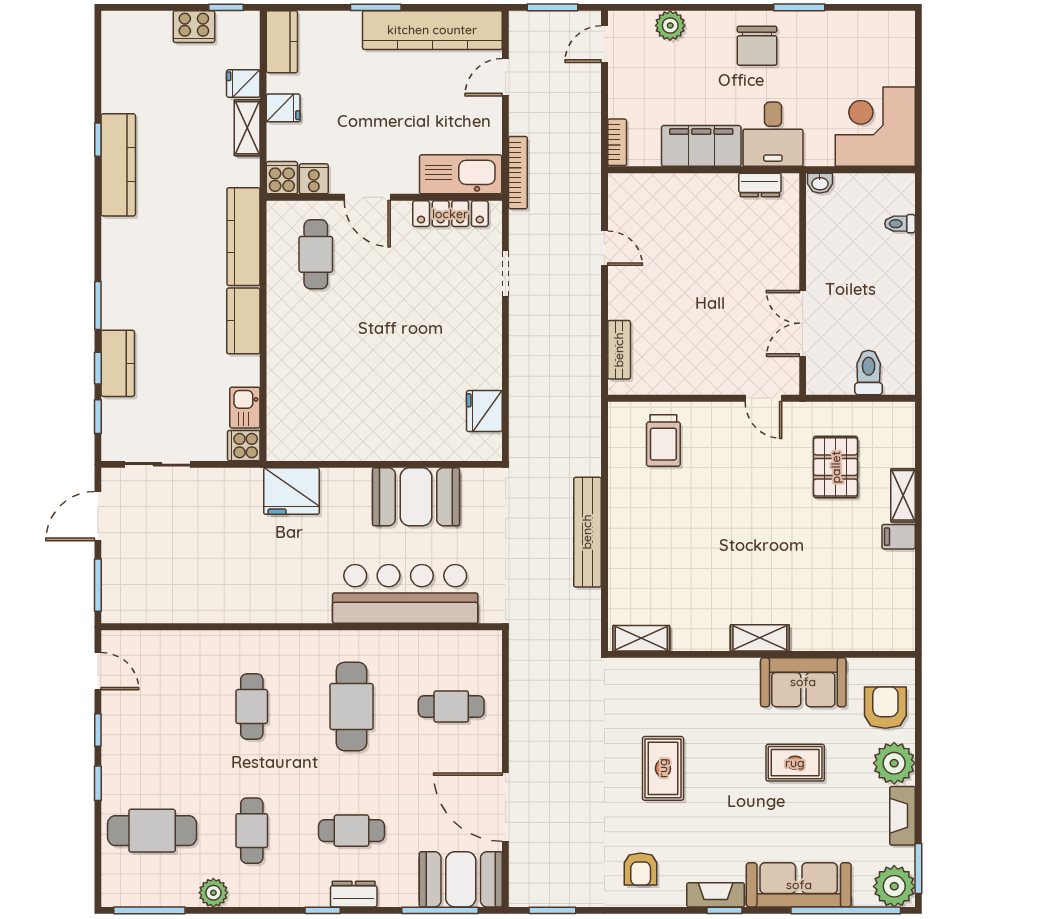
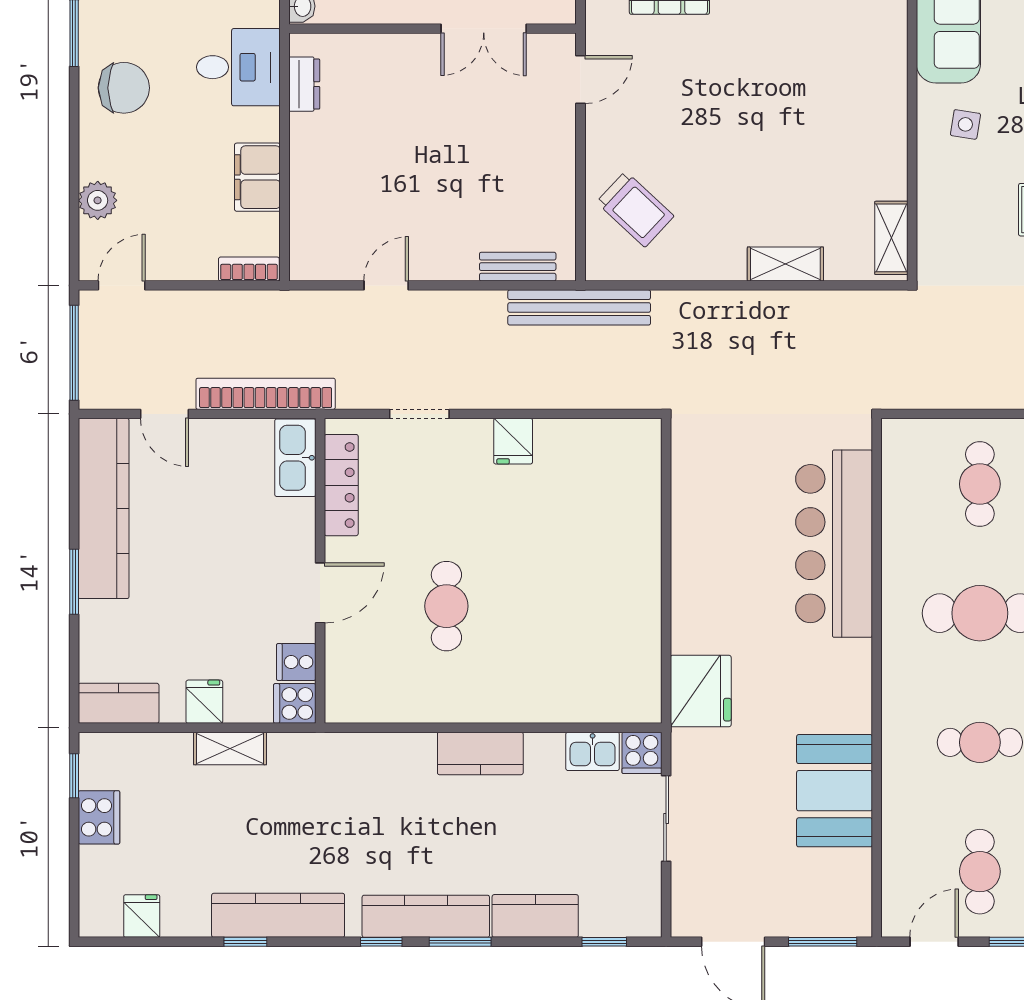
window: (552, 7) -> (74, 353), width x1.44
door: (604, 44) -> (122, 285), swing flipped
fridge: (243, 83) -> (142, 916), moved, turned 180
filing cabinet: (701, 146) -> (257, 177), width x0.67, depth x0.86
bookcase: (518, 173) -> (266, 394), width x1.48, depth x1.31
kitchen sink: (461, 174) -> (295, 458), width x0.73, depth x0.81
kitchen counter: (243, 237) -> (426, 916), moved, turned 180
cafe table: (316, 254) -> (446, 606), moved, turned 90
window: (98, 368) -> (381, 942), moved
fridge: (484, 411) -> (513, 441), moved, width x0.72
trolley: (663, 440) -> (635, 209), turned 43
sliding door: (157, 464) -> (666, 819), moved
booth: (416, 497) -> (835, 791), moved
bench: (587, 532) -> (579, 307), moved
shelving: (760, 638) -> (785, 264), moved, turned 90
side table: (729, 695) -> (965, 124), added
cafe table: (152, 707) -> (980, 872), added

